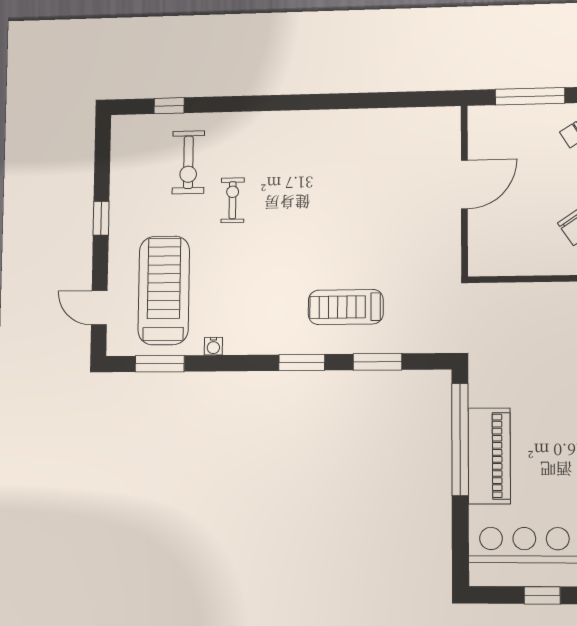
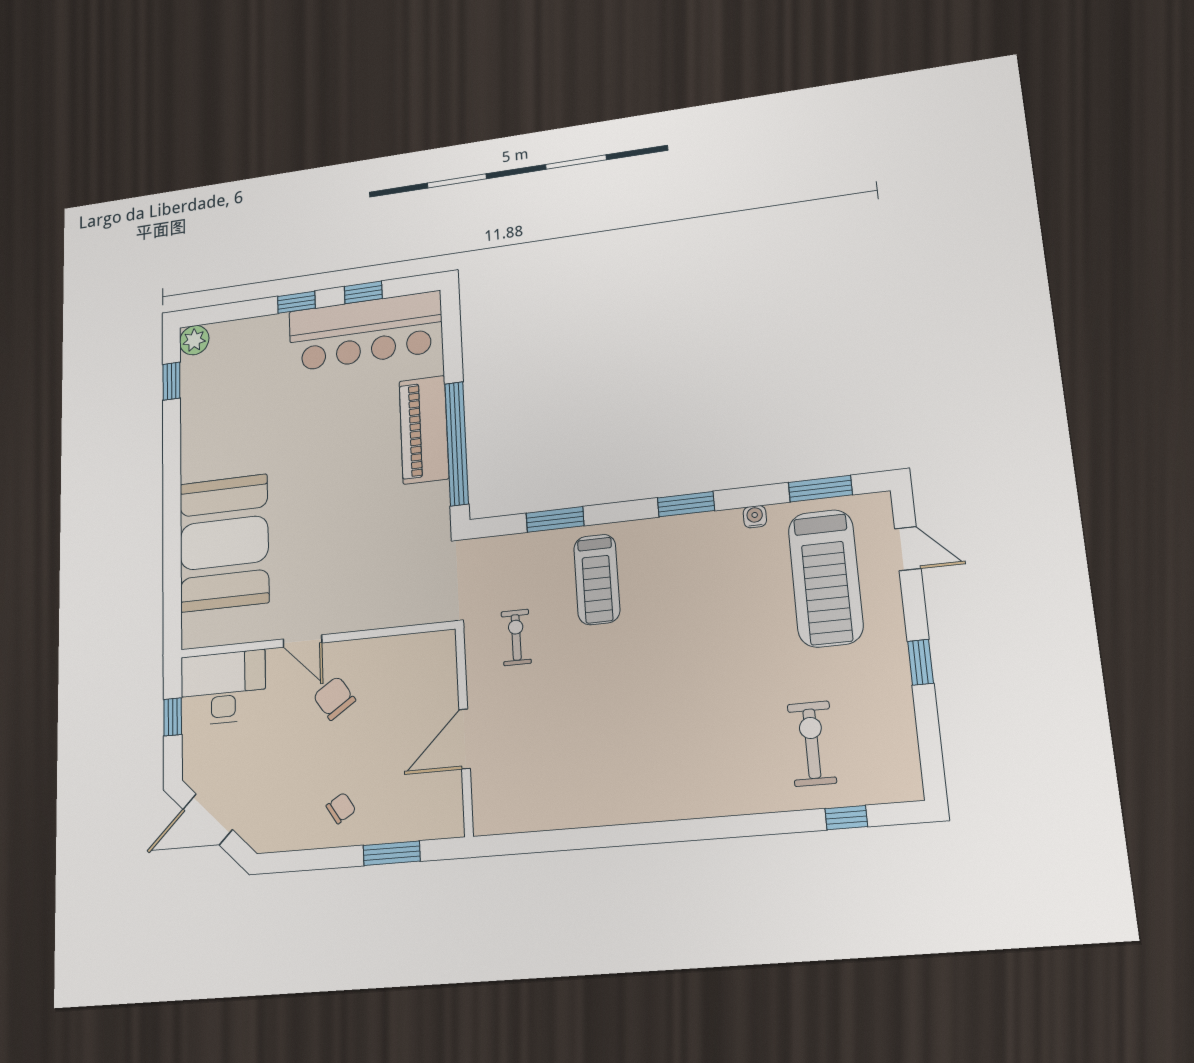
window: (530, 96) -> (392, 853), width x0.69
exercise bike: (233, 200) -> (516, 637), moved, turned 180
treadmill: (346, 307) -> (597, 579), turned 90
window: (302, 362) -> (686, 504), moved

